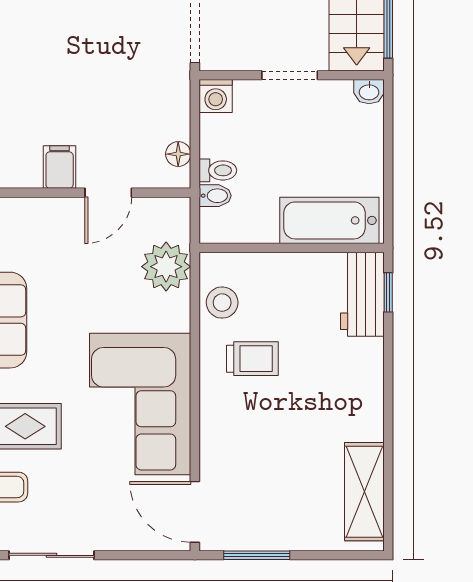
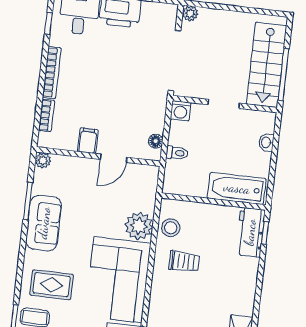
washbasin: (369, 92) -> (266, 142), moved, turned 90
bidet: (215, 196) -> (174, 167), removed
plant: (166, 267) -> (139, 226), moved

